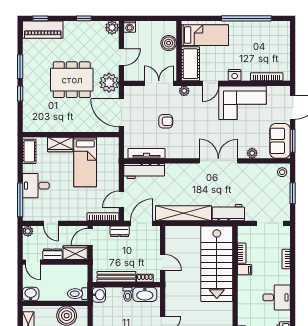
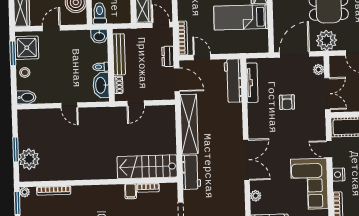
plant: (184, 91) -> (319, 70), moved
stairs: (217, 264) -> (147, 167), width x0.73, depth x0.66

